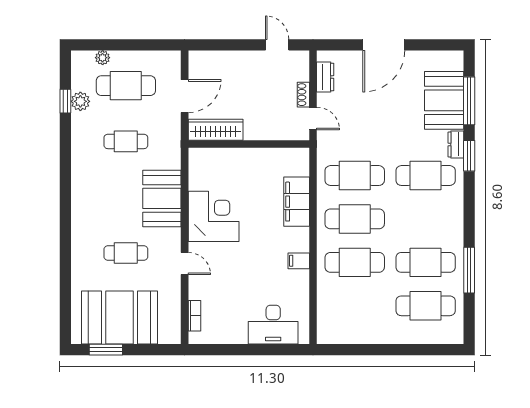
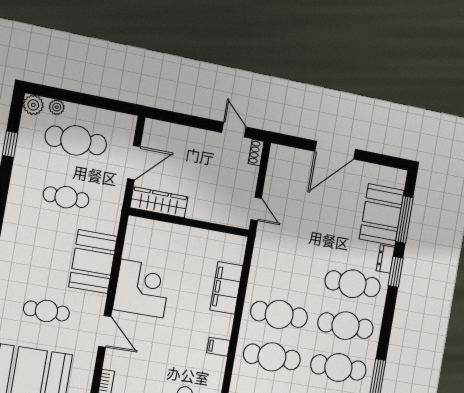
dresser: (325, 77) -> (275, 170), removed
shoe rack: (303, 95) -> (256, 152), moved
plant: (80, 101) -> (33, 105), moved
cafe table: (355, 176) -> (346, 326), moved
door: (185, 264) -> (105, 331), width x1.38

